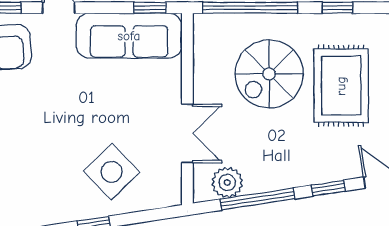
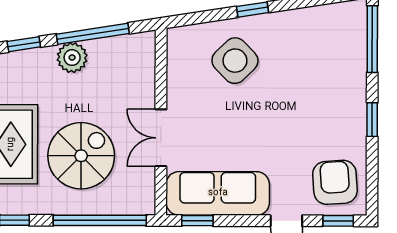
double door: (187, 133) -> (161, 138), moved
plant: (227, 182) -> (72, 58), moved

